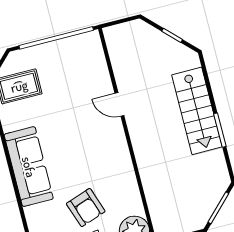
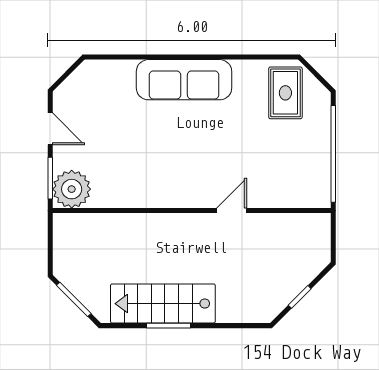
stairs: (197, 111) -> (163, 304), moved
armchair: (86, 208) -> (116, 137), removed

